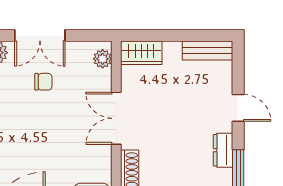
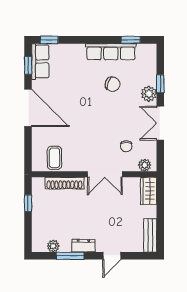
chair: (43, 82) -> (126, 146), moved
double door: (116, 118) -> (105, 174), swing flipped

